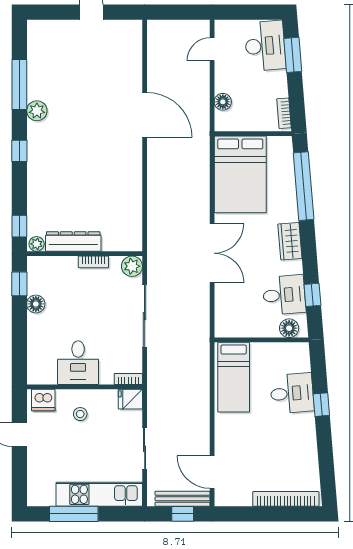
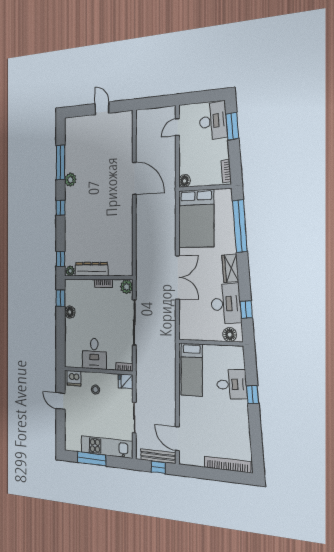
floor lamp: (223, 102) -> (185, 181), moved
desk: (284, 295) -> (226, 304), width x1.37

